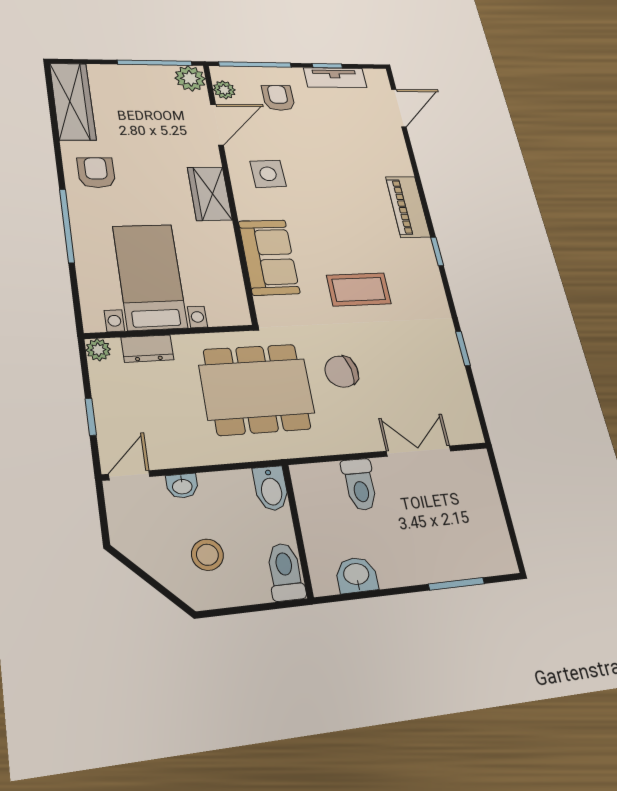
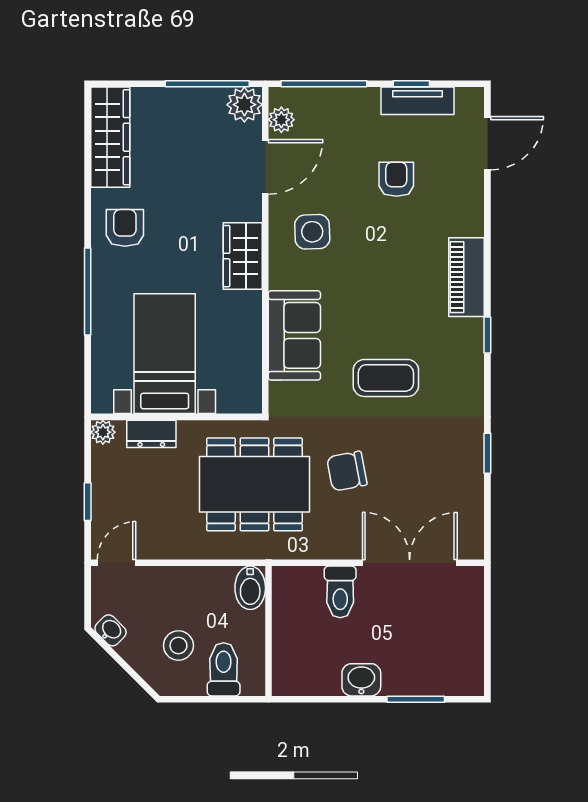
armchair: (278, 98) -> (396, 179), moved
double door: (419, 451) -> (410, 563), width x1.37
washbasin: (182, 486) -> (111, 630), moved, turned -135
toilet: (285, 572) -> (224, 669), moved
washbasin: (356, 575) -> (361, 680), moved

